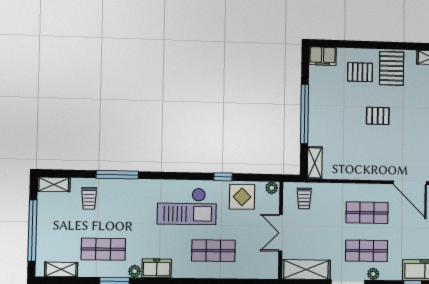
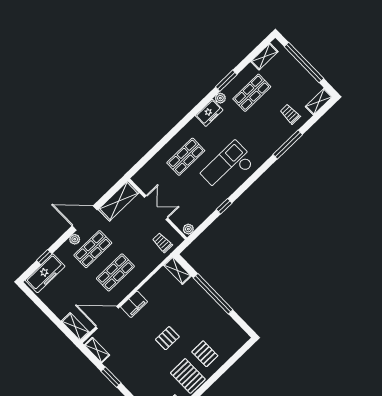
filing cabinet: (323, 56) -> (134, 304), moved, turned 180
pallet: (360, 72) -> (205, 354), turned 90
display table: (242, 197) -> (201, 206), removed

